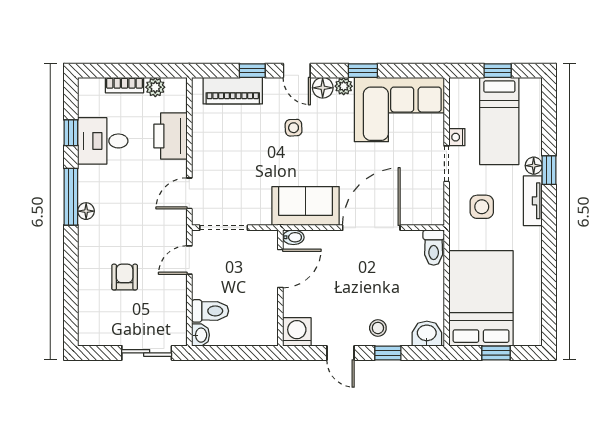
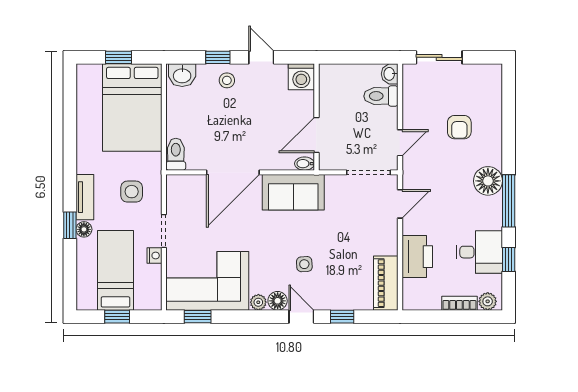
window: (363, 71) -> (198, 317), moved
plant: (155, 87) -> (488, 301), moved
piano: (233, 91) -> (386, 283), moved, turned -90
floor lamp: (86, 211) -> (488, 181), width x1.89, depth x1.89

